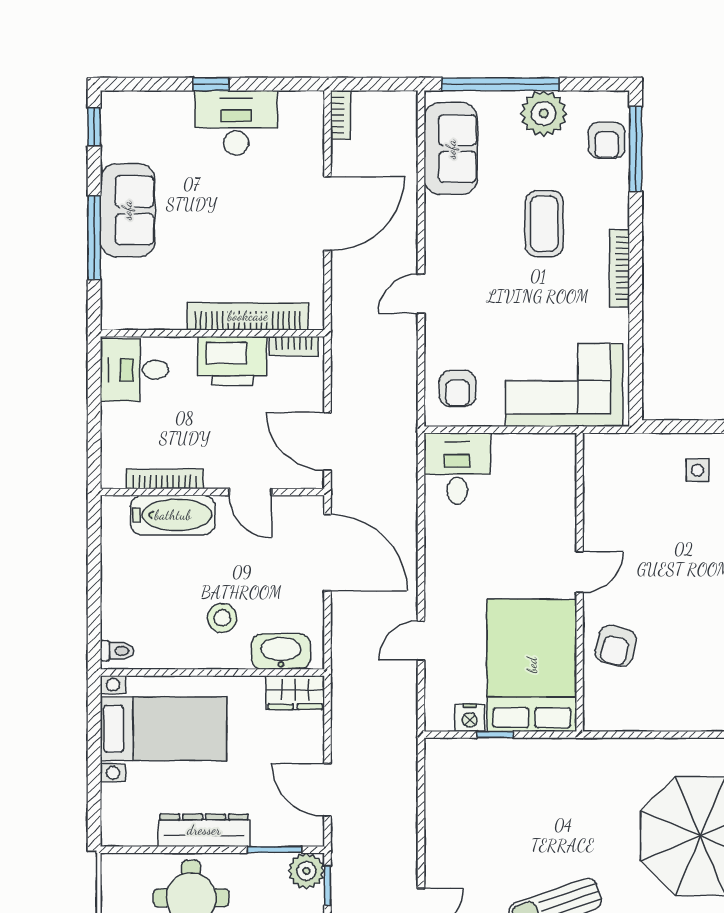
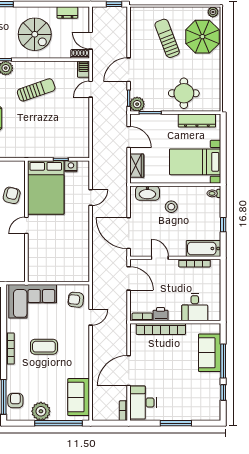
window: (211, 84) -> (176, 423), width x2.17
desk: (236, 123) -> (143, 403), moved, turned 90
window: (94, 127) -> (223, 393), moved
sofa: (127, 210) -> (210, 353), moved
coffee table: (544, 224) -> (44, 347), moved, turned 90
door: (421, 294) -> (91, 317), moved
printer: (233, 361) -> (161, 314), width x0.53, depth x0.68
desk: (134, 370) -> (195, 307), moved, turned 90
armchair: (458, 389) -> (76, 300), turned -84
desk: (457, 469) -> (76, 267), removed
bathtub: (173, 515) -> (203, 248), moved
window: (94, 574) -> (223, 225), added
wardrobe: (295, 692) -> (137, 166), moved, turned 90
dresser: (204, 830) -> (197, 121), moved

